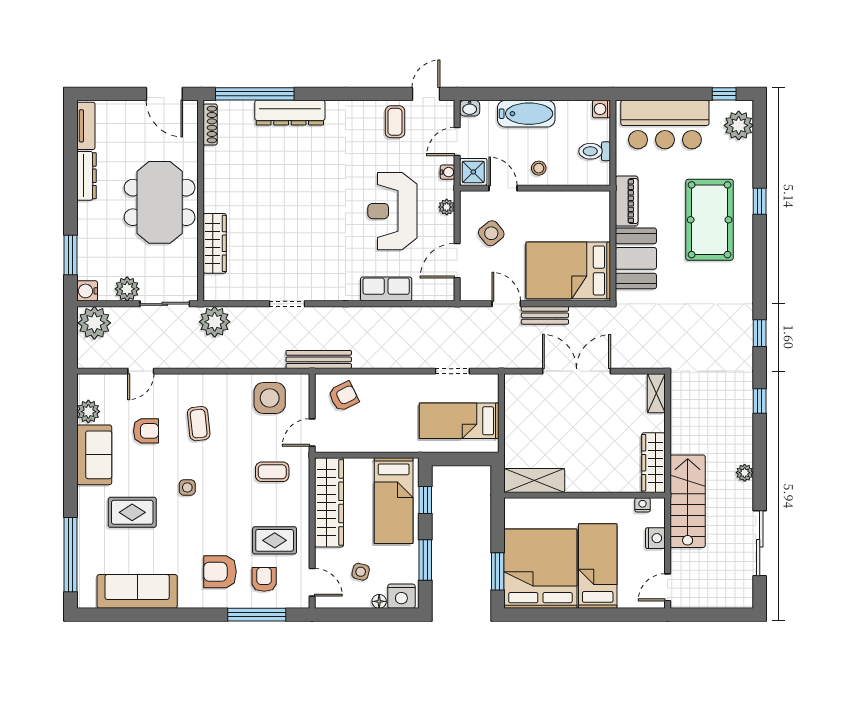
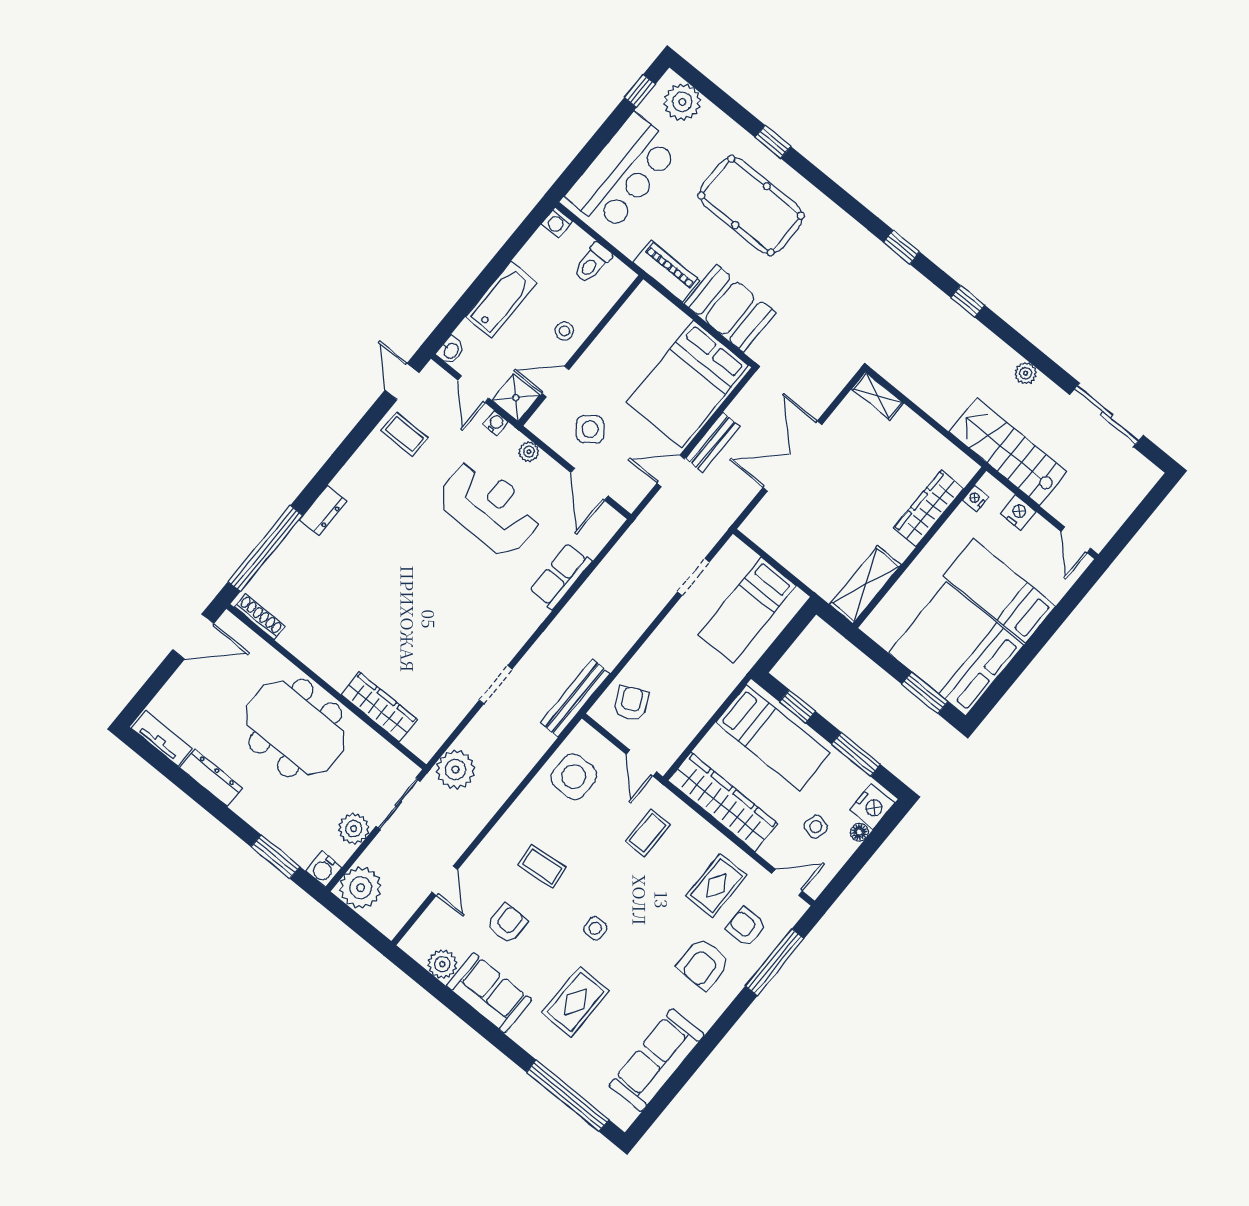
dresser: (290, 113) -> (323, 511), width x0.51, depth x0.80
reception desk: (392, 211) -> (489, 508), turned 180
wardrobe: (653, 463) -> (929, 508), moved, turned 90

